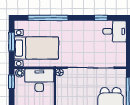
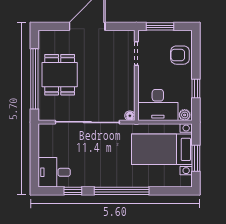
window: (48, 18) -> (122, 191), moved
window: (12, 82) -> (196, 88), moved

